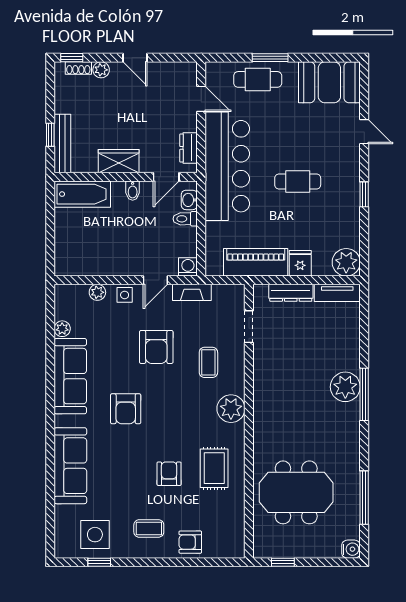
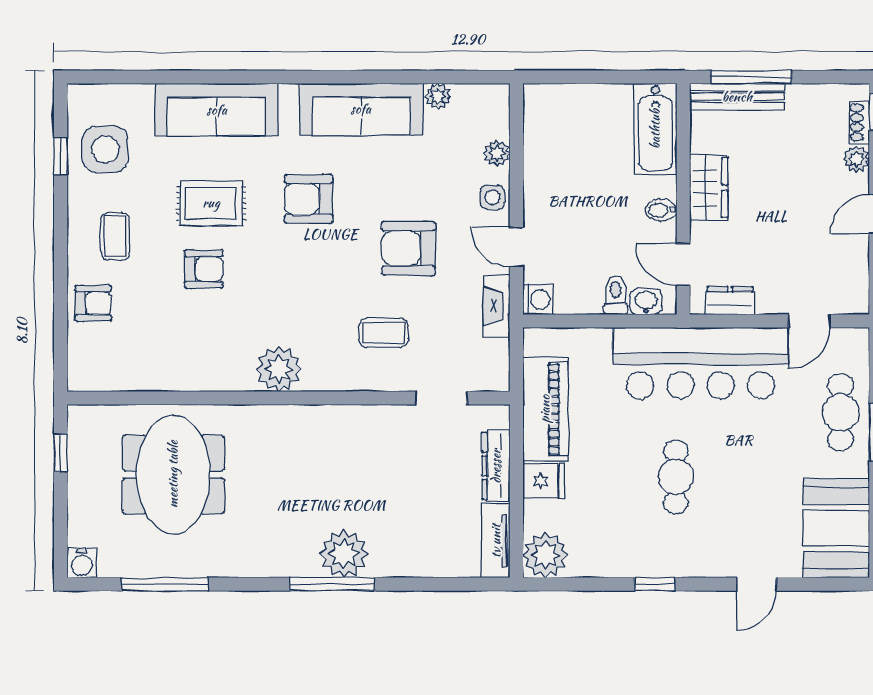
window: (50, 135) -> (751, 77), width x2.17
plant: (231, 409) -> (279, 369), moved
rug: (214, 468) -> (211, 203), moved
armchair: (190, 542) -> (93, 303), turned 90

